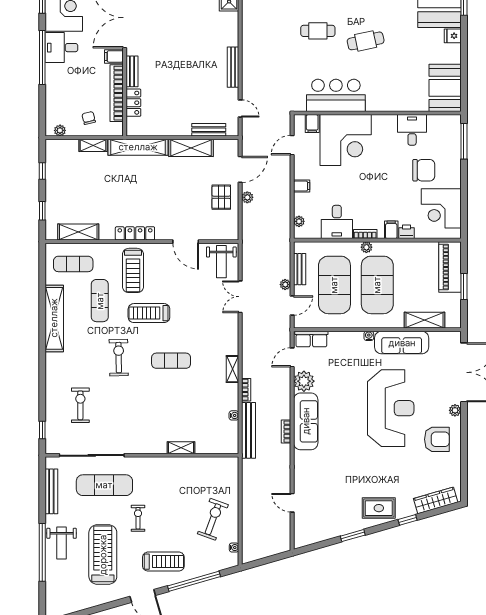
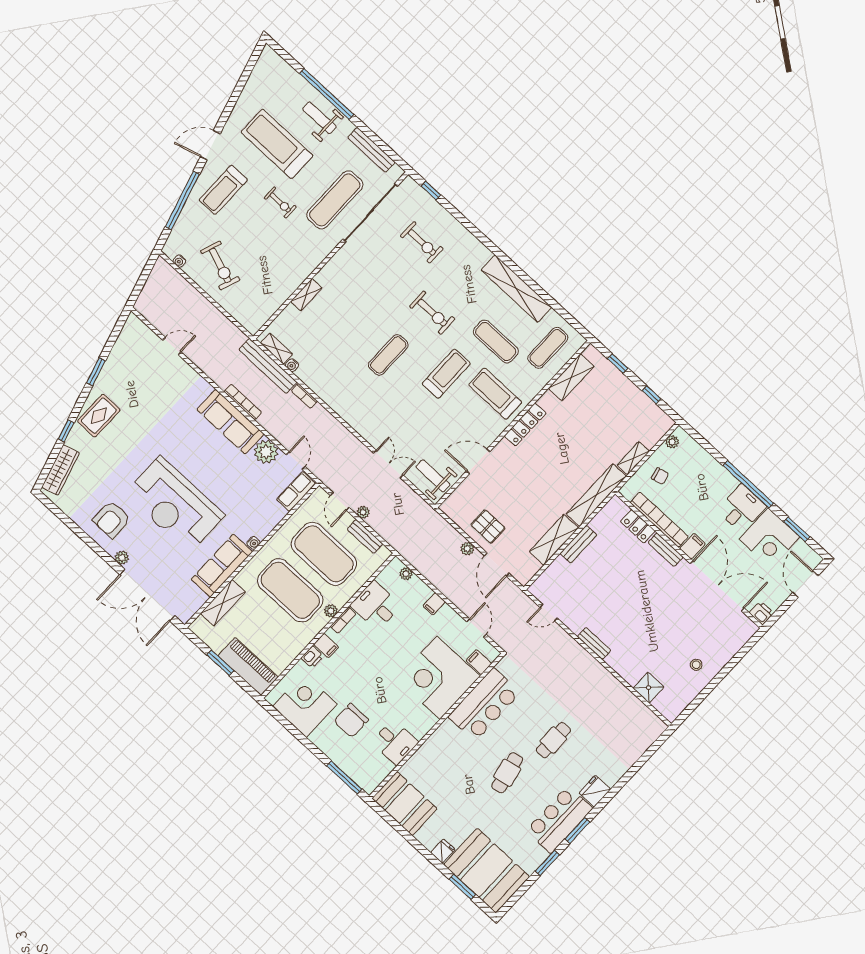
bench: (233, 67) -> (594, 643), width x0.73
bench: (209, 130) -> (578, 544), moved
shelving: (233, 369) -> (277, 349), moved
bookcase: (286, 432) -> (243, 402), width x1.56
treadmill: (103, 555) -> (277, 144), turned 180

